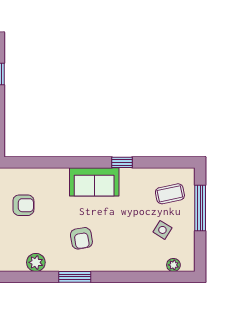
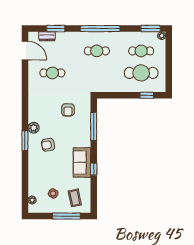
window: (51, 162) -> (94, 127), added
sofa: (94, 182) -> (82, 162), moved
plant: (36, 262) -> (34, 128), moved

